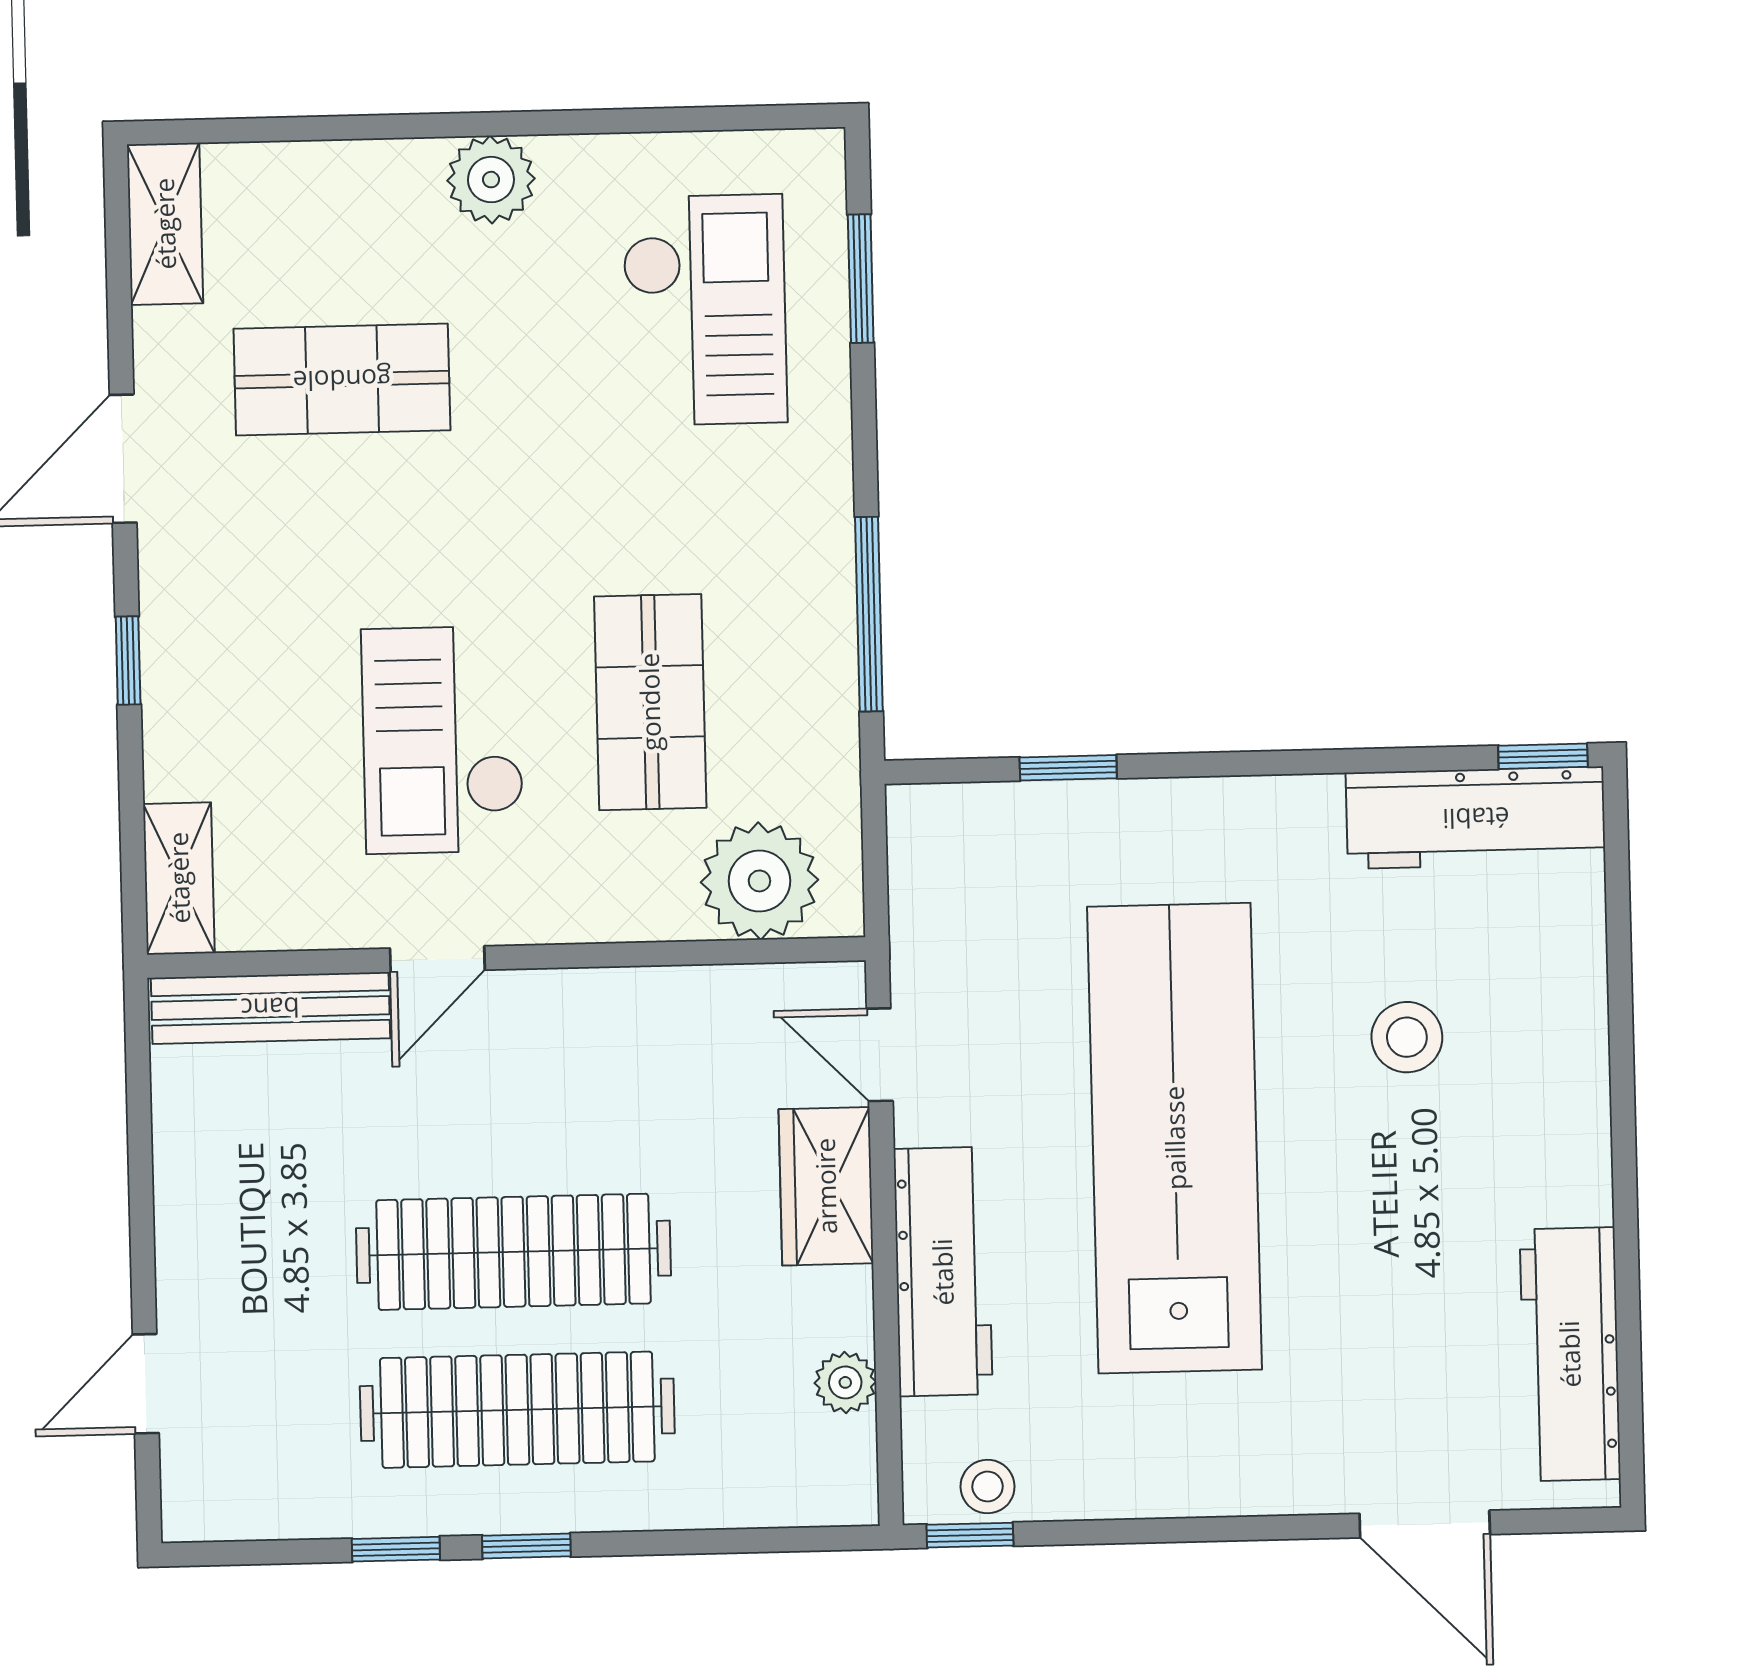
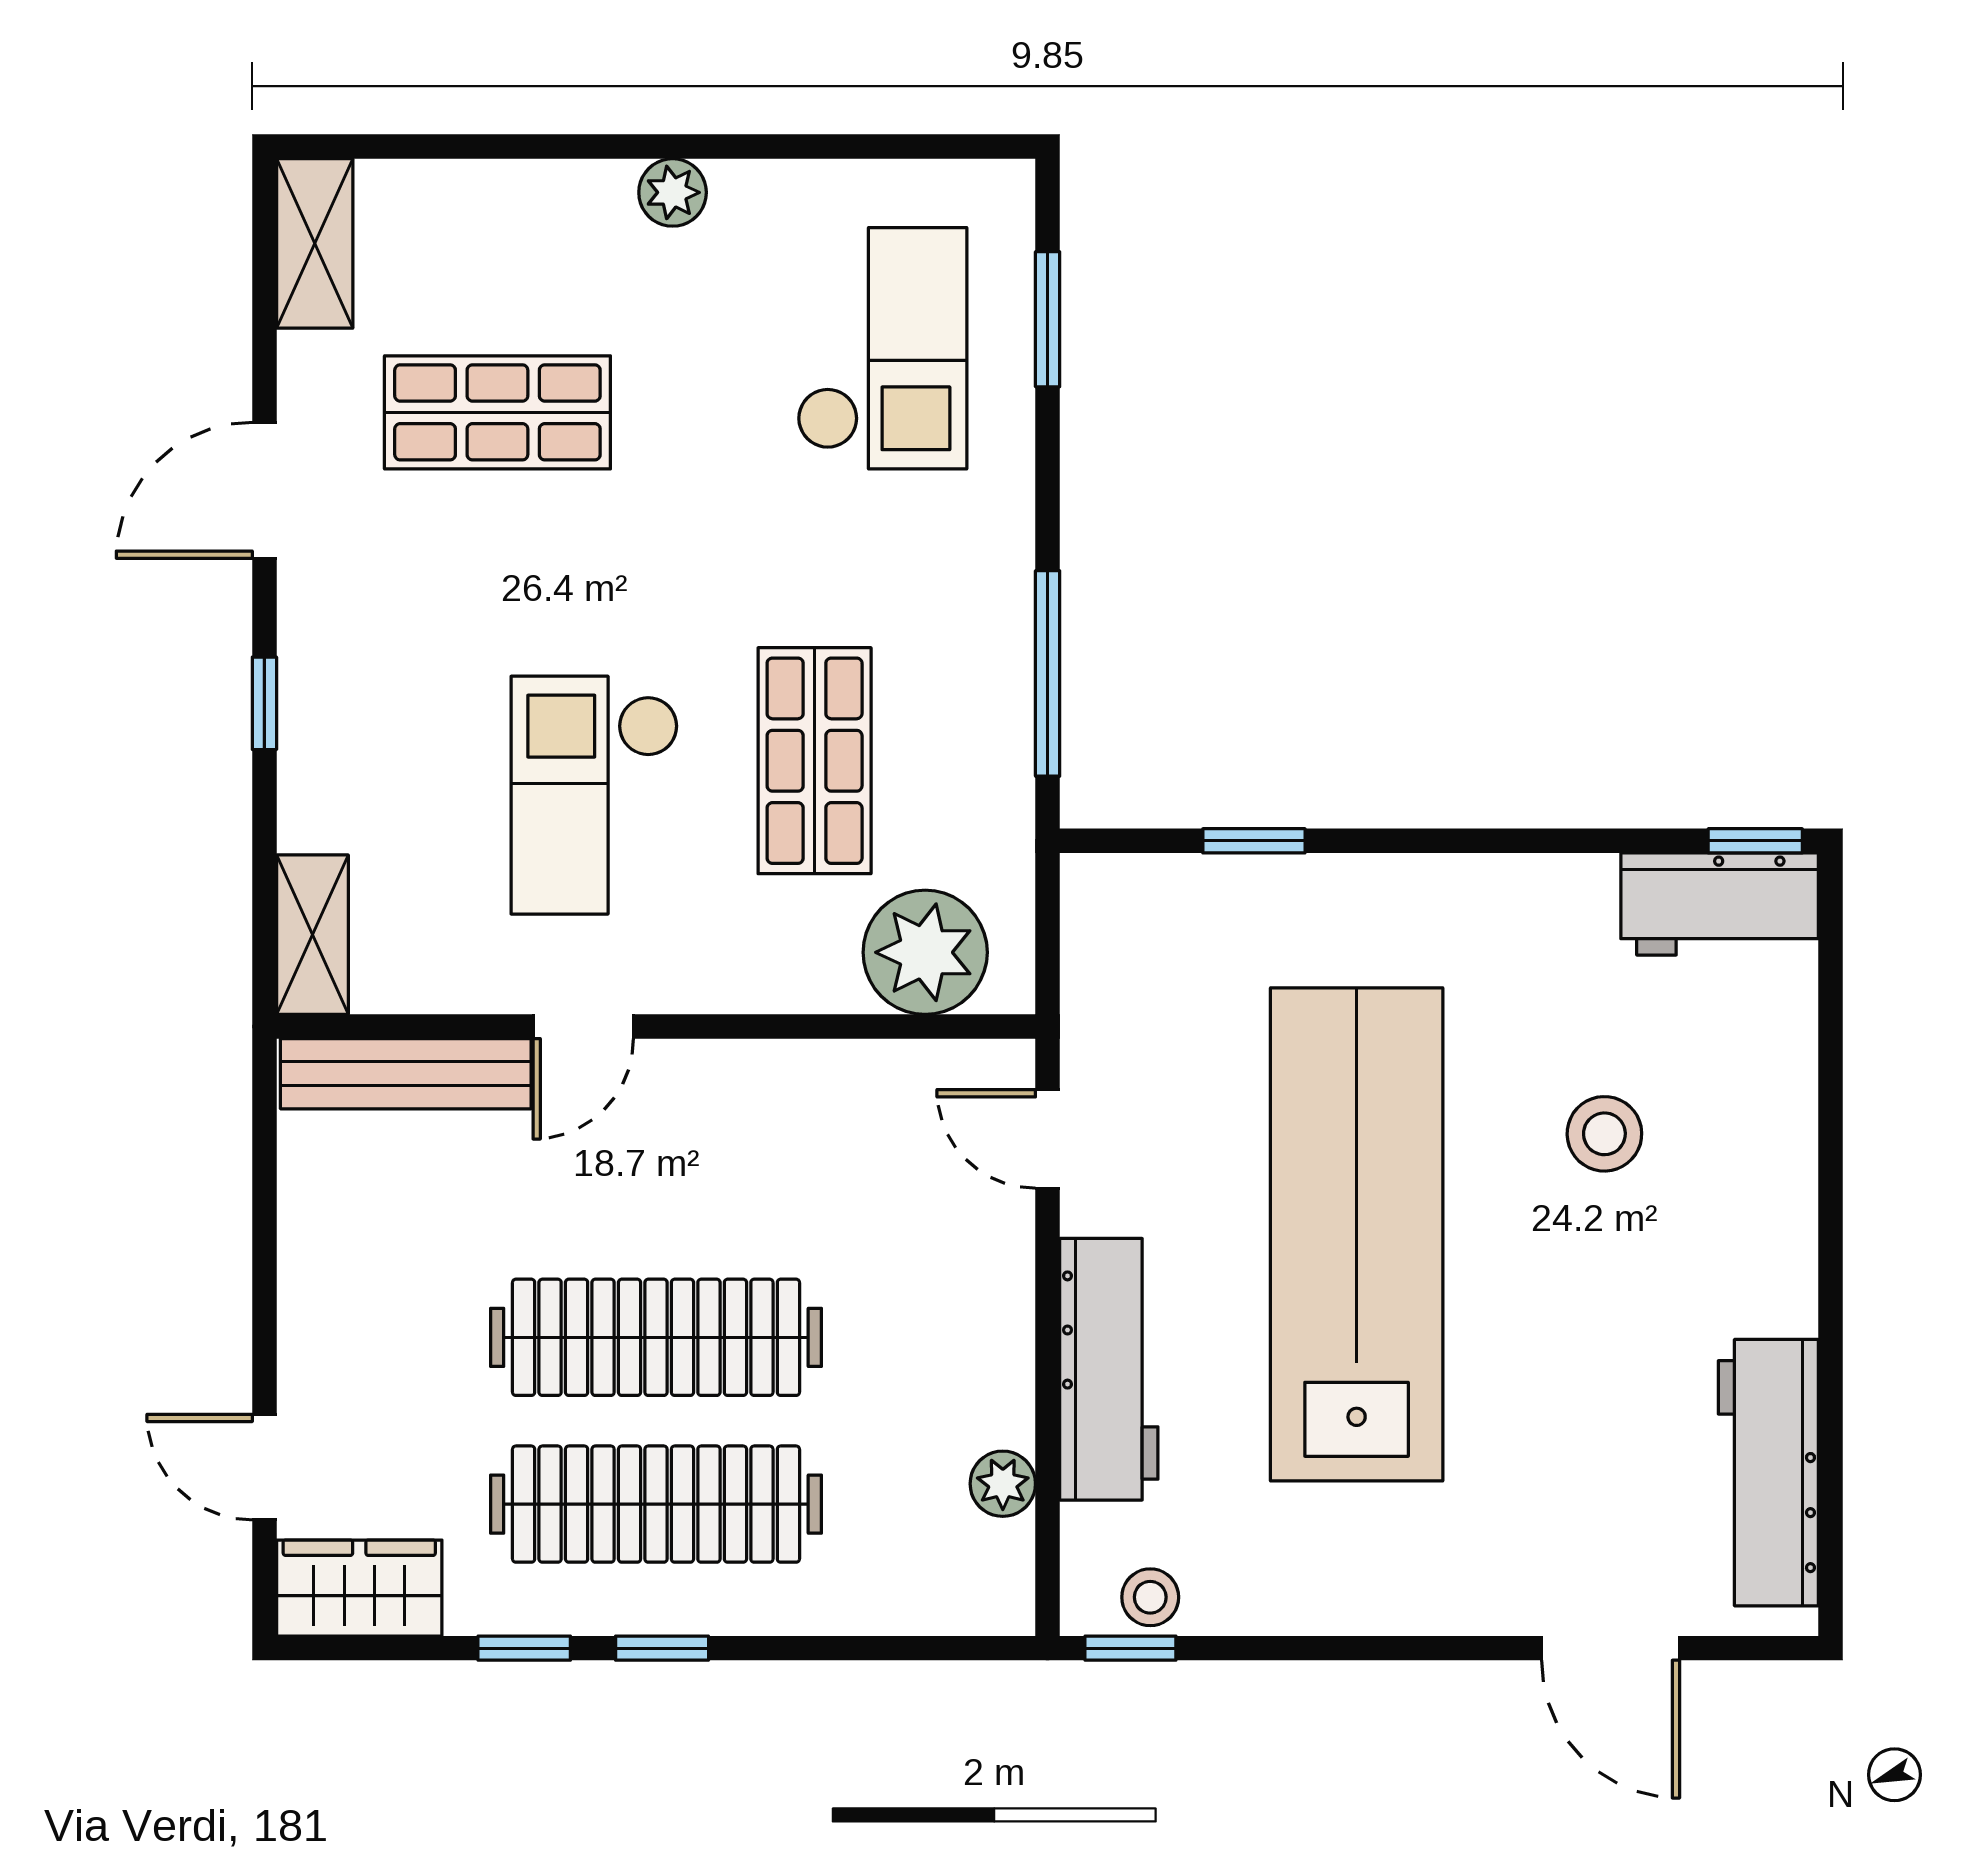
plant: (491, 180) -> (673, 192), width x0.73, depth x0.73
workbench: (1476, 818) -> (1720, 904), width x0.73
wardrobe: (826, 1186) -> (359, 1588), moved, turned 90
door: (146, 1384) -> (264, 1467), hinge flipped

